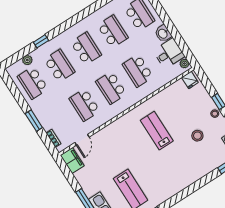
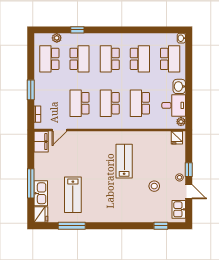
school desk: (86, 49) -> (110, 59), turned 180

